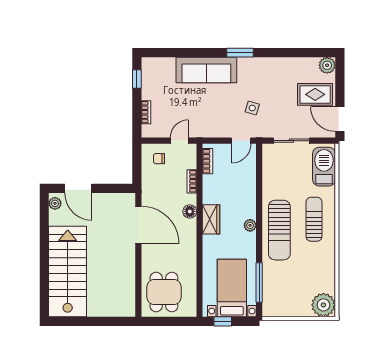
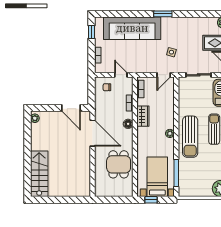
sofa: (206, 70) -> (132, 28), width x1.36, depth x1.27
door: (179, 141) -> (121, 75), hinge flipped
door: (78, 188) -> (71, 108), moved
wardrobe: (211, 219) -> (143, 116), moved
stairs: (68, 272) -> (39, 174), width x0.73, depth x0.66
dining table: (164, 292) -> (119, 164), moved

